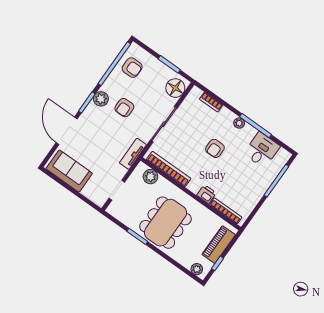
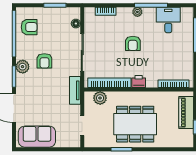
floor lamp: (175, 88) -> (76, 24), width x0.53, depth x0.53
printer: (206, 194) -> (139, 82), moved
dining table: (165, 223) -> (135, 124), turned 90
plant: (197, 269) -> (183, 142), removed

